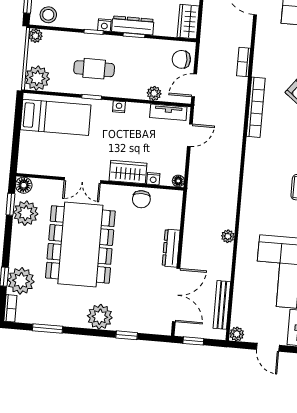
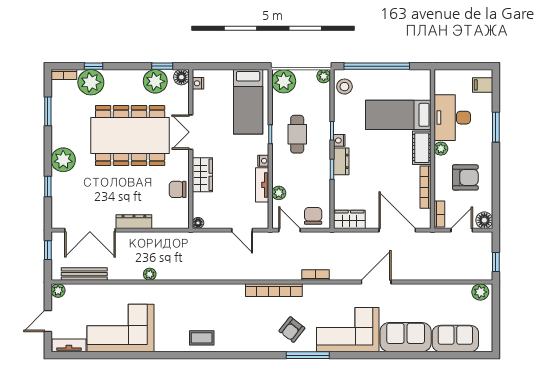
dresser: (133, 25) -> (341, 161), width x0.70
tv unit: (168, 112) -> (262, 185), moved
nightstand: (153, 179) -> (198, 83), moved

